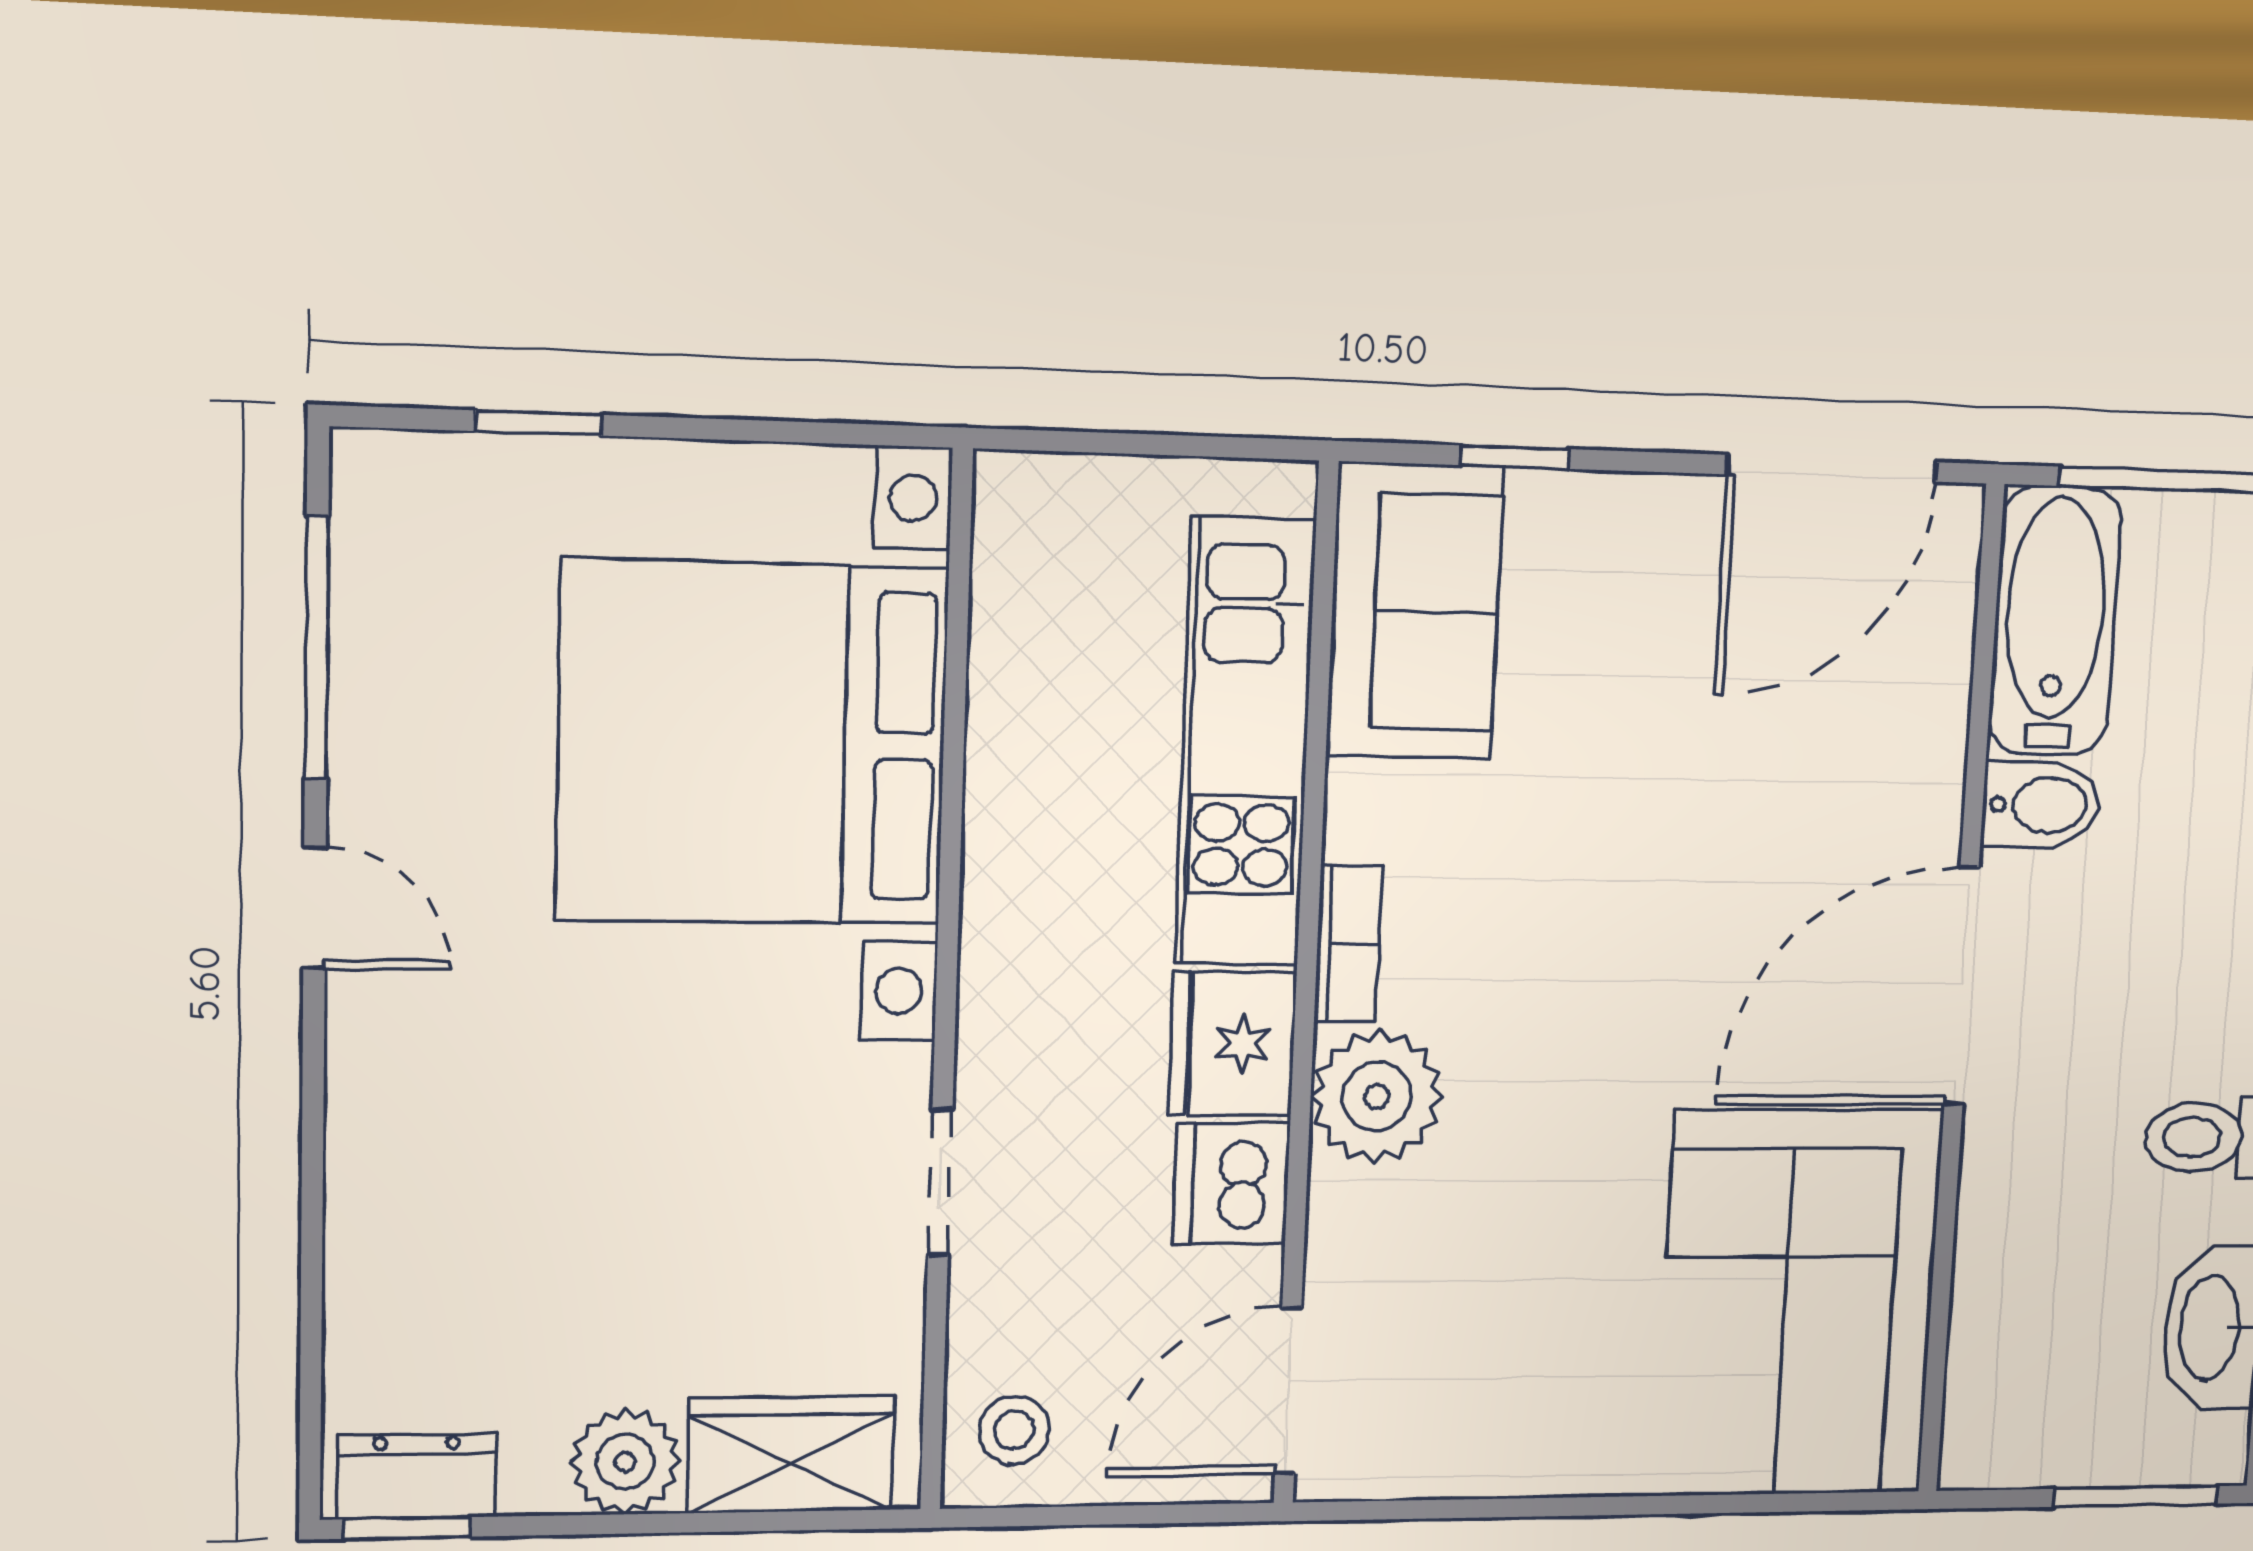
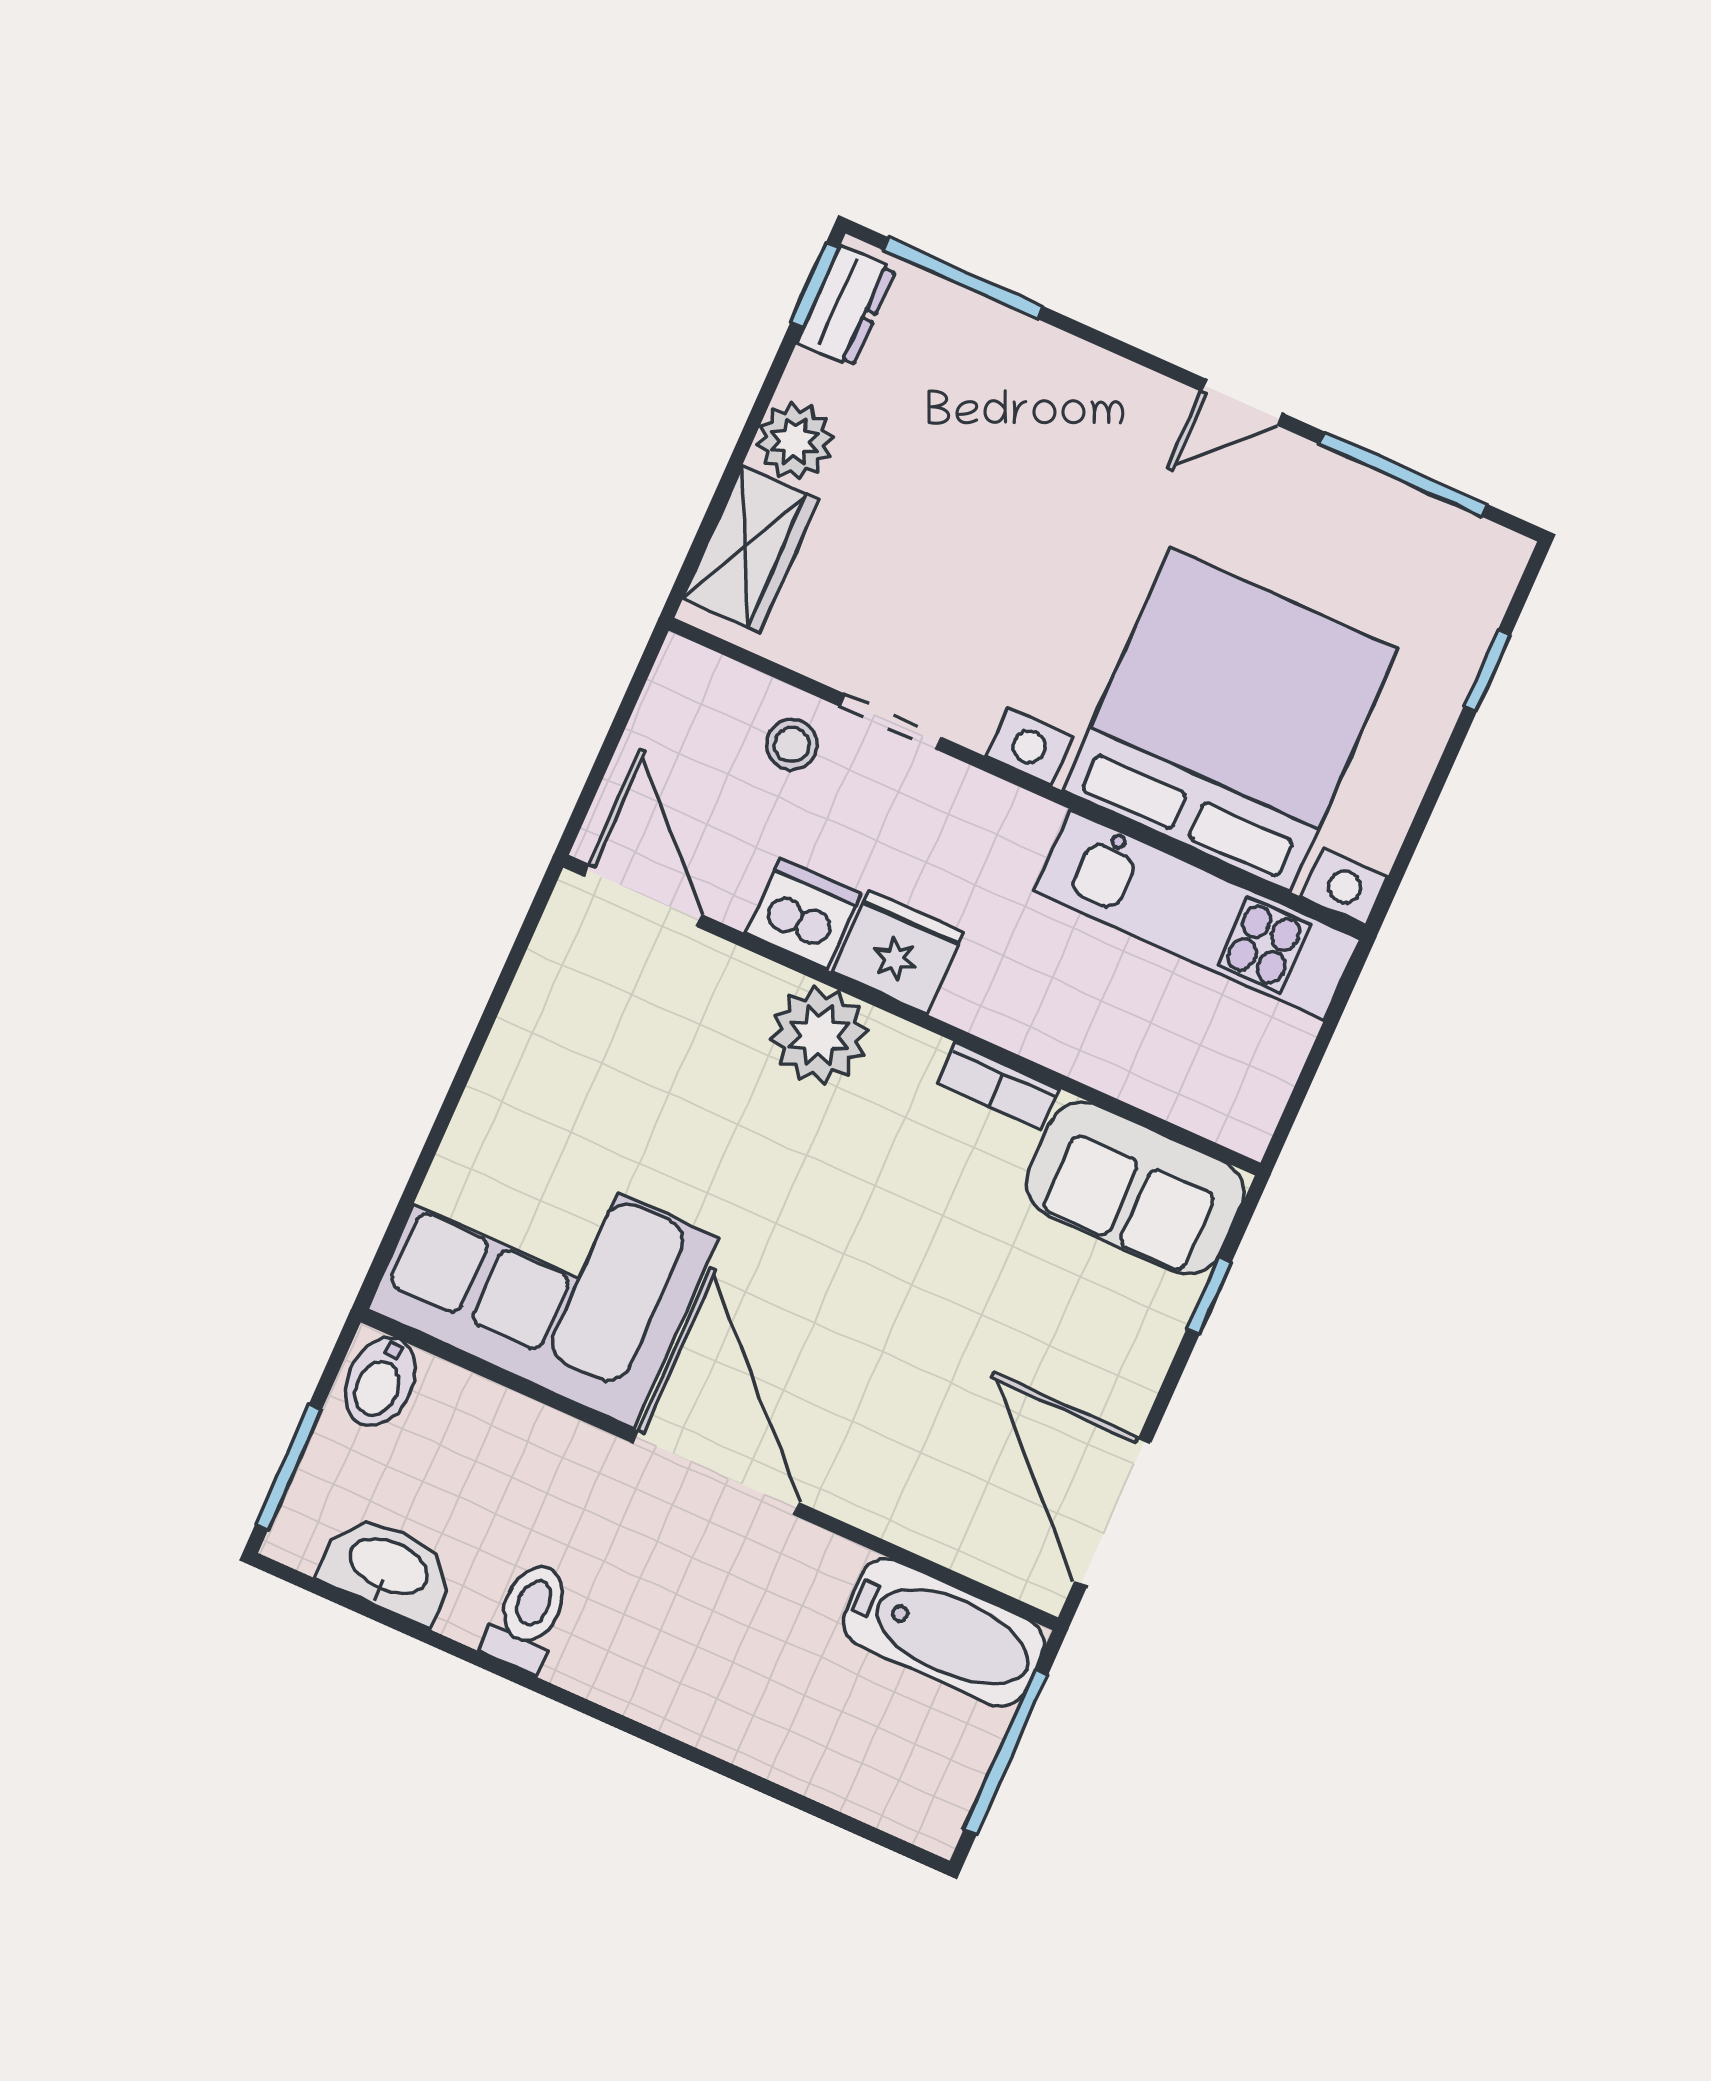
kitchen unit: (1245, 743) -> (1197, 915), moved, turned 180
bidet: (2042, 805) -> (380, 1381), moved
bookcase: (1348, 944) -> (998, 1086), moved
window: (311, 1344) -> (963, 278), added
stool: (1014, 1430) -> (792, 744), moved

